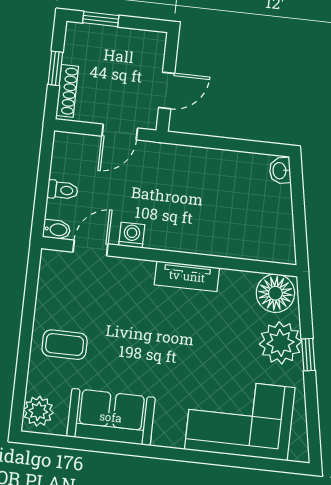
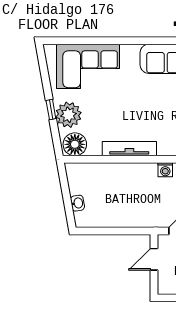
washbasin: (280, 171) -> (77, 203), moved
tv unit: (187, 276) -> (129, 149), width x1.41

